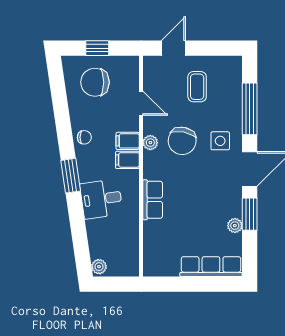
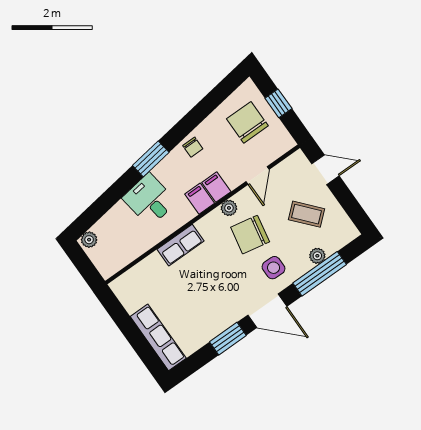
coffee table: (197, 87) -> (307, 214), turned 49
plant: (235, 226) -> (317, 256), moved

